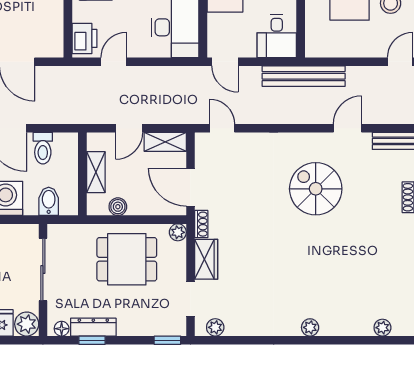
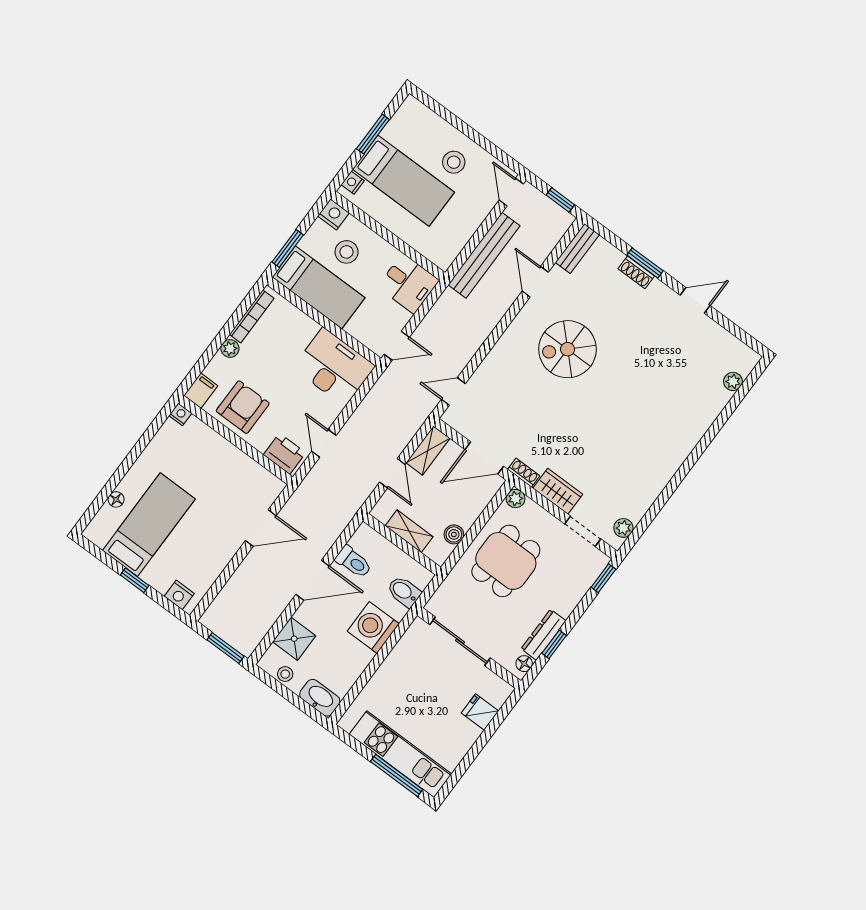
bench: (304, 76) -> (484, 255), moved
plant: (27, 324) -> (497, 691), removed
plant: (310, 327) -> (685, 445), removed

